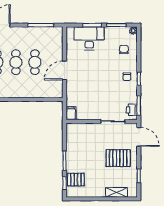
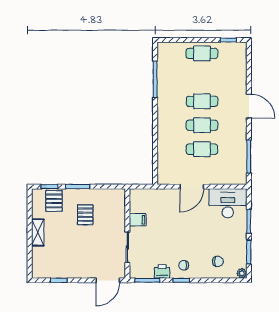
desk: (89, 38) -> (228, 203), moved, turned -90
door: (64, 70) -> (192, 187), swing flipped
printer: (132, 110) -> (162, 271), moved
filing cabinet: (71, 113) -> (138, 220), moved
pallet: (118, 158) -> (85, 215), moved, width x0.67, depth x0.71
shelving: (116, 192) -> (38, 232), moved

